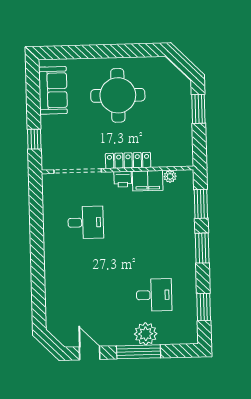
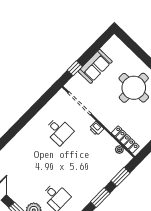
sofa: (53, 90) -> (95, 66), moved
locker: (128, 160) -> (125, 140), moved
filing cabinet: (148, 181) -> (107, 141), removed

